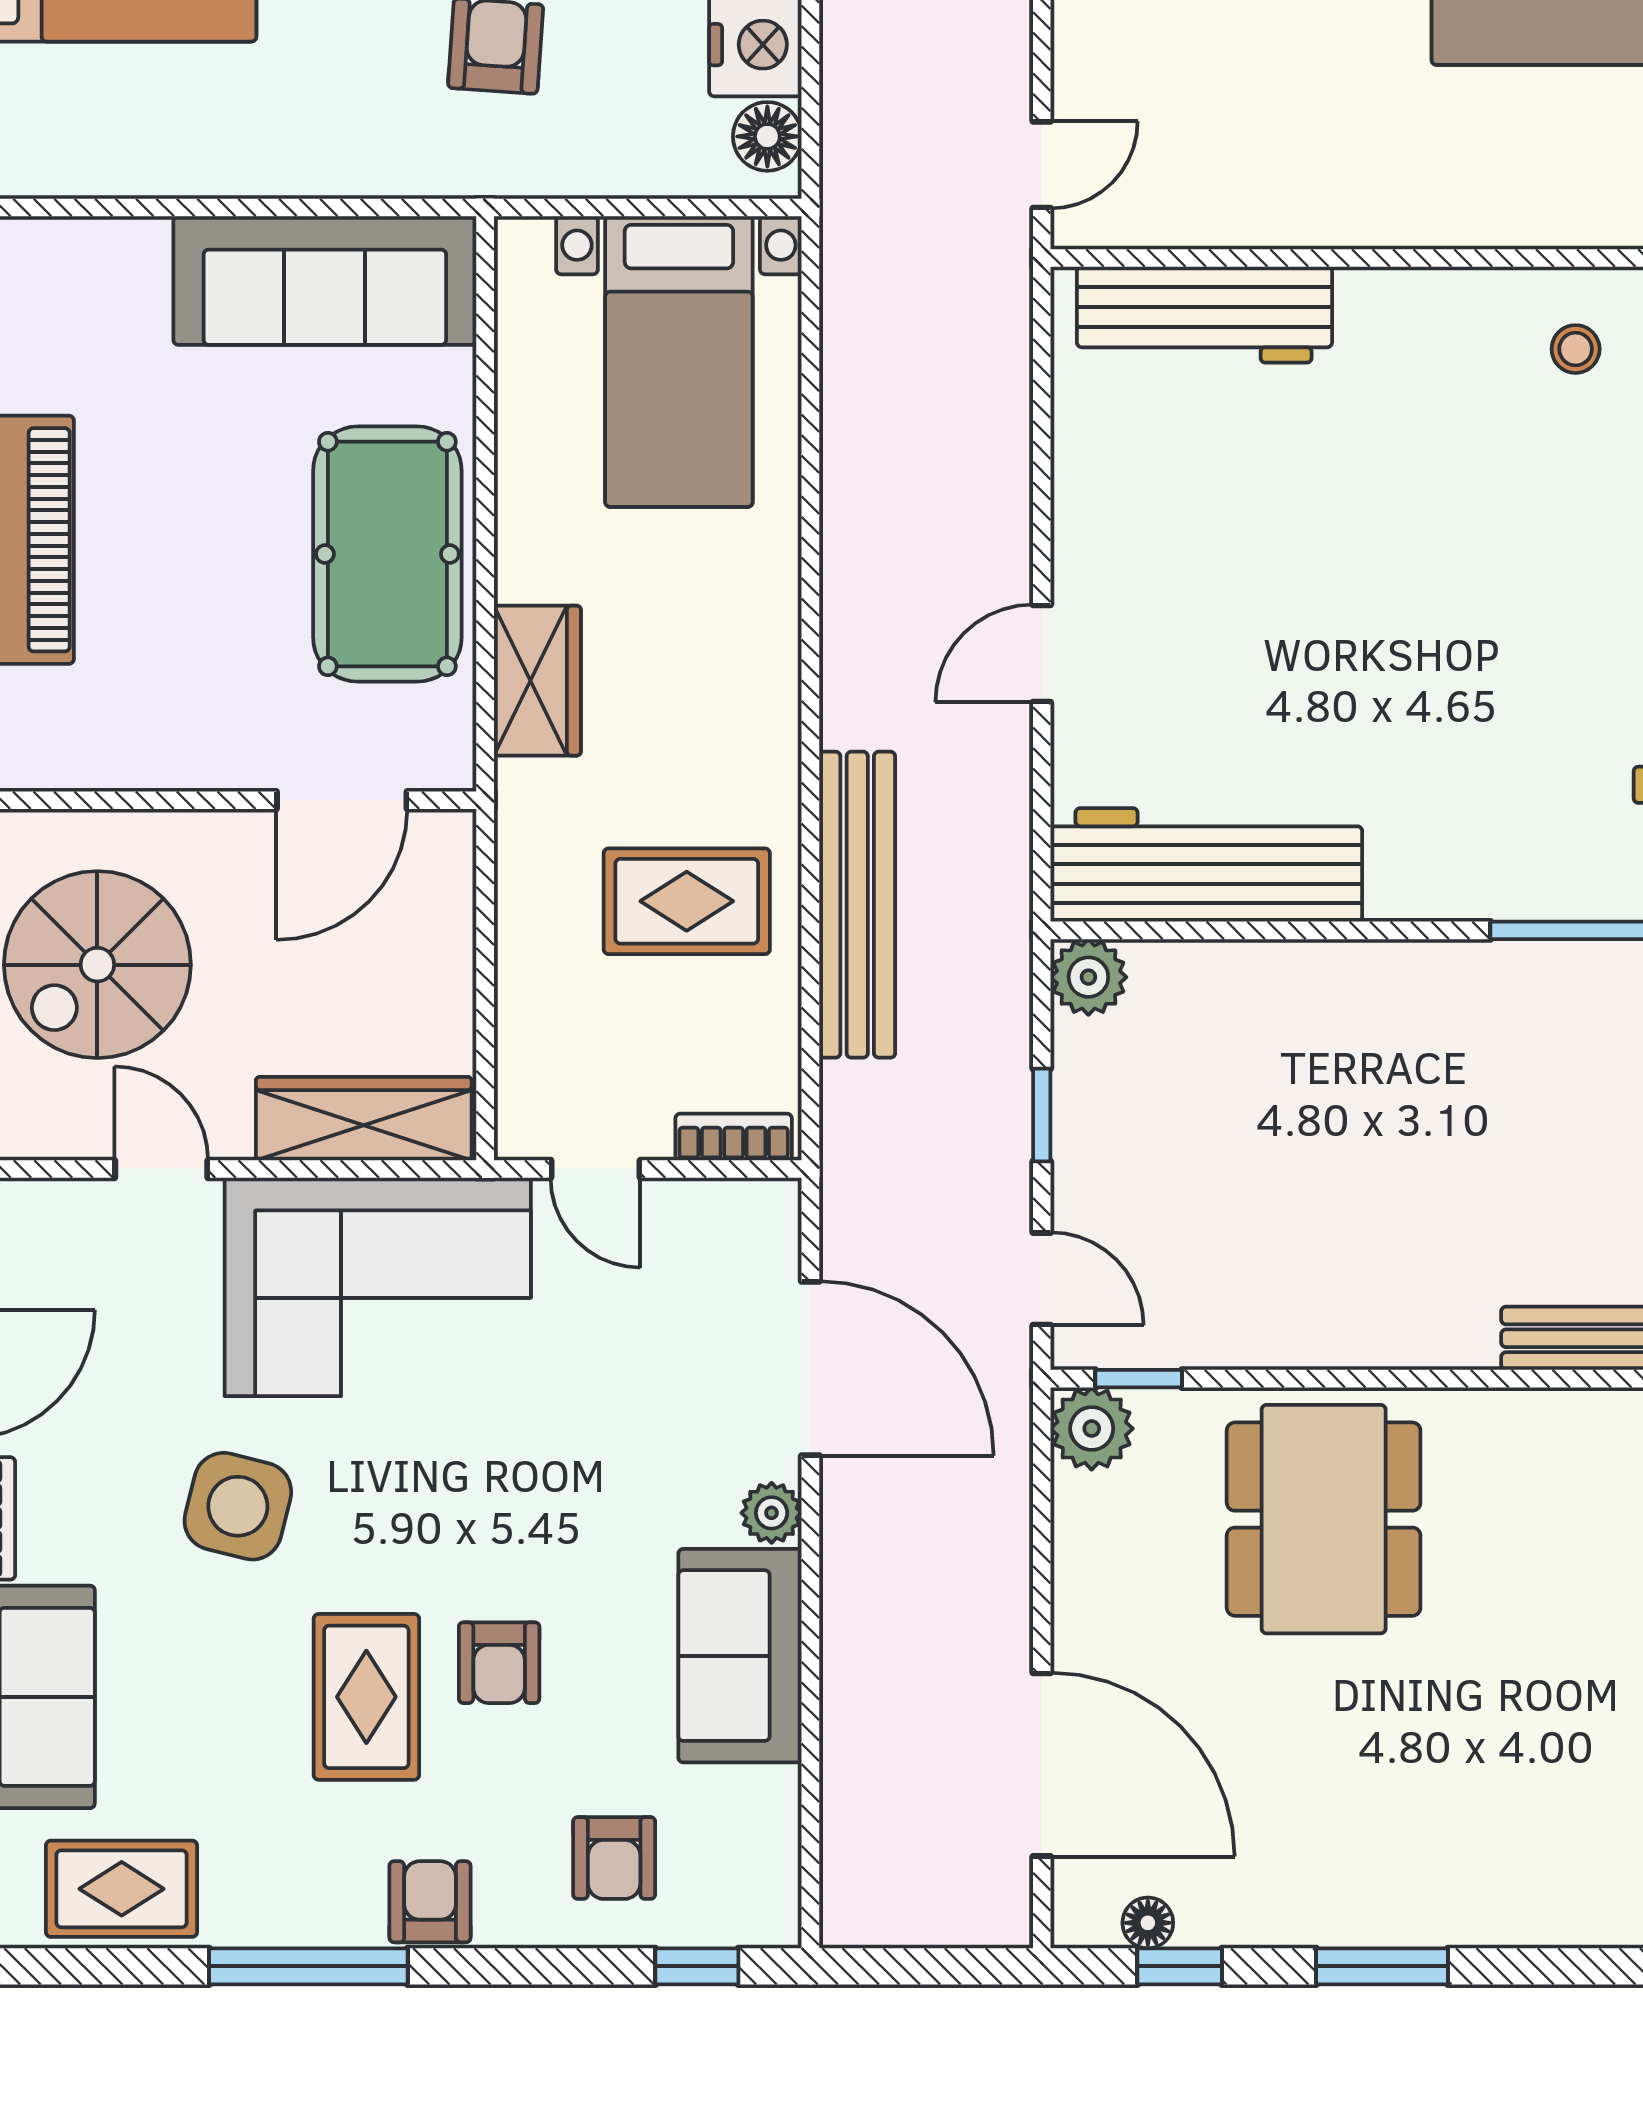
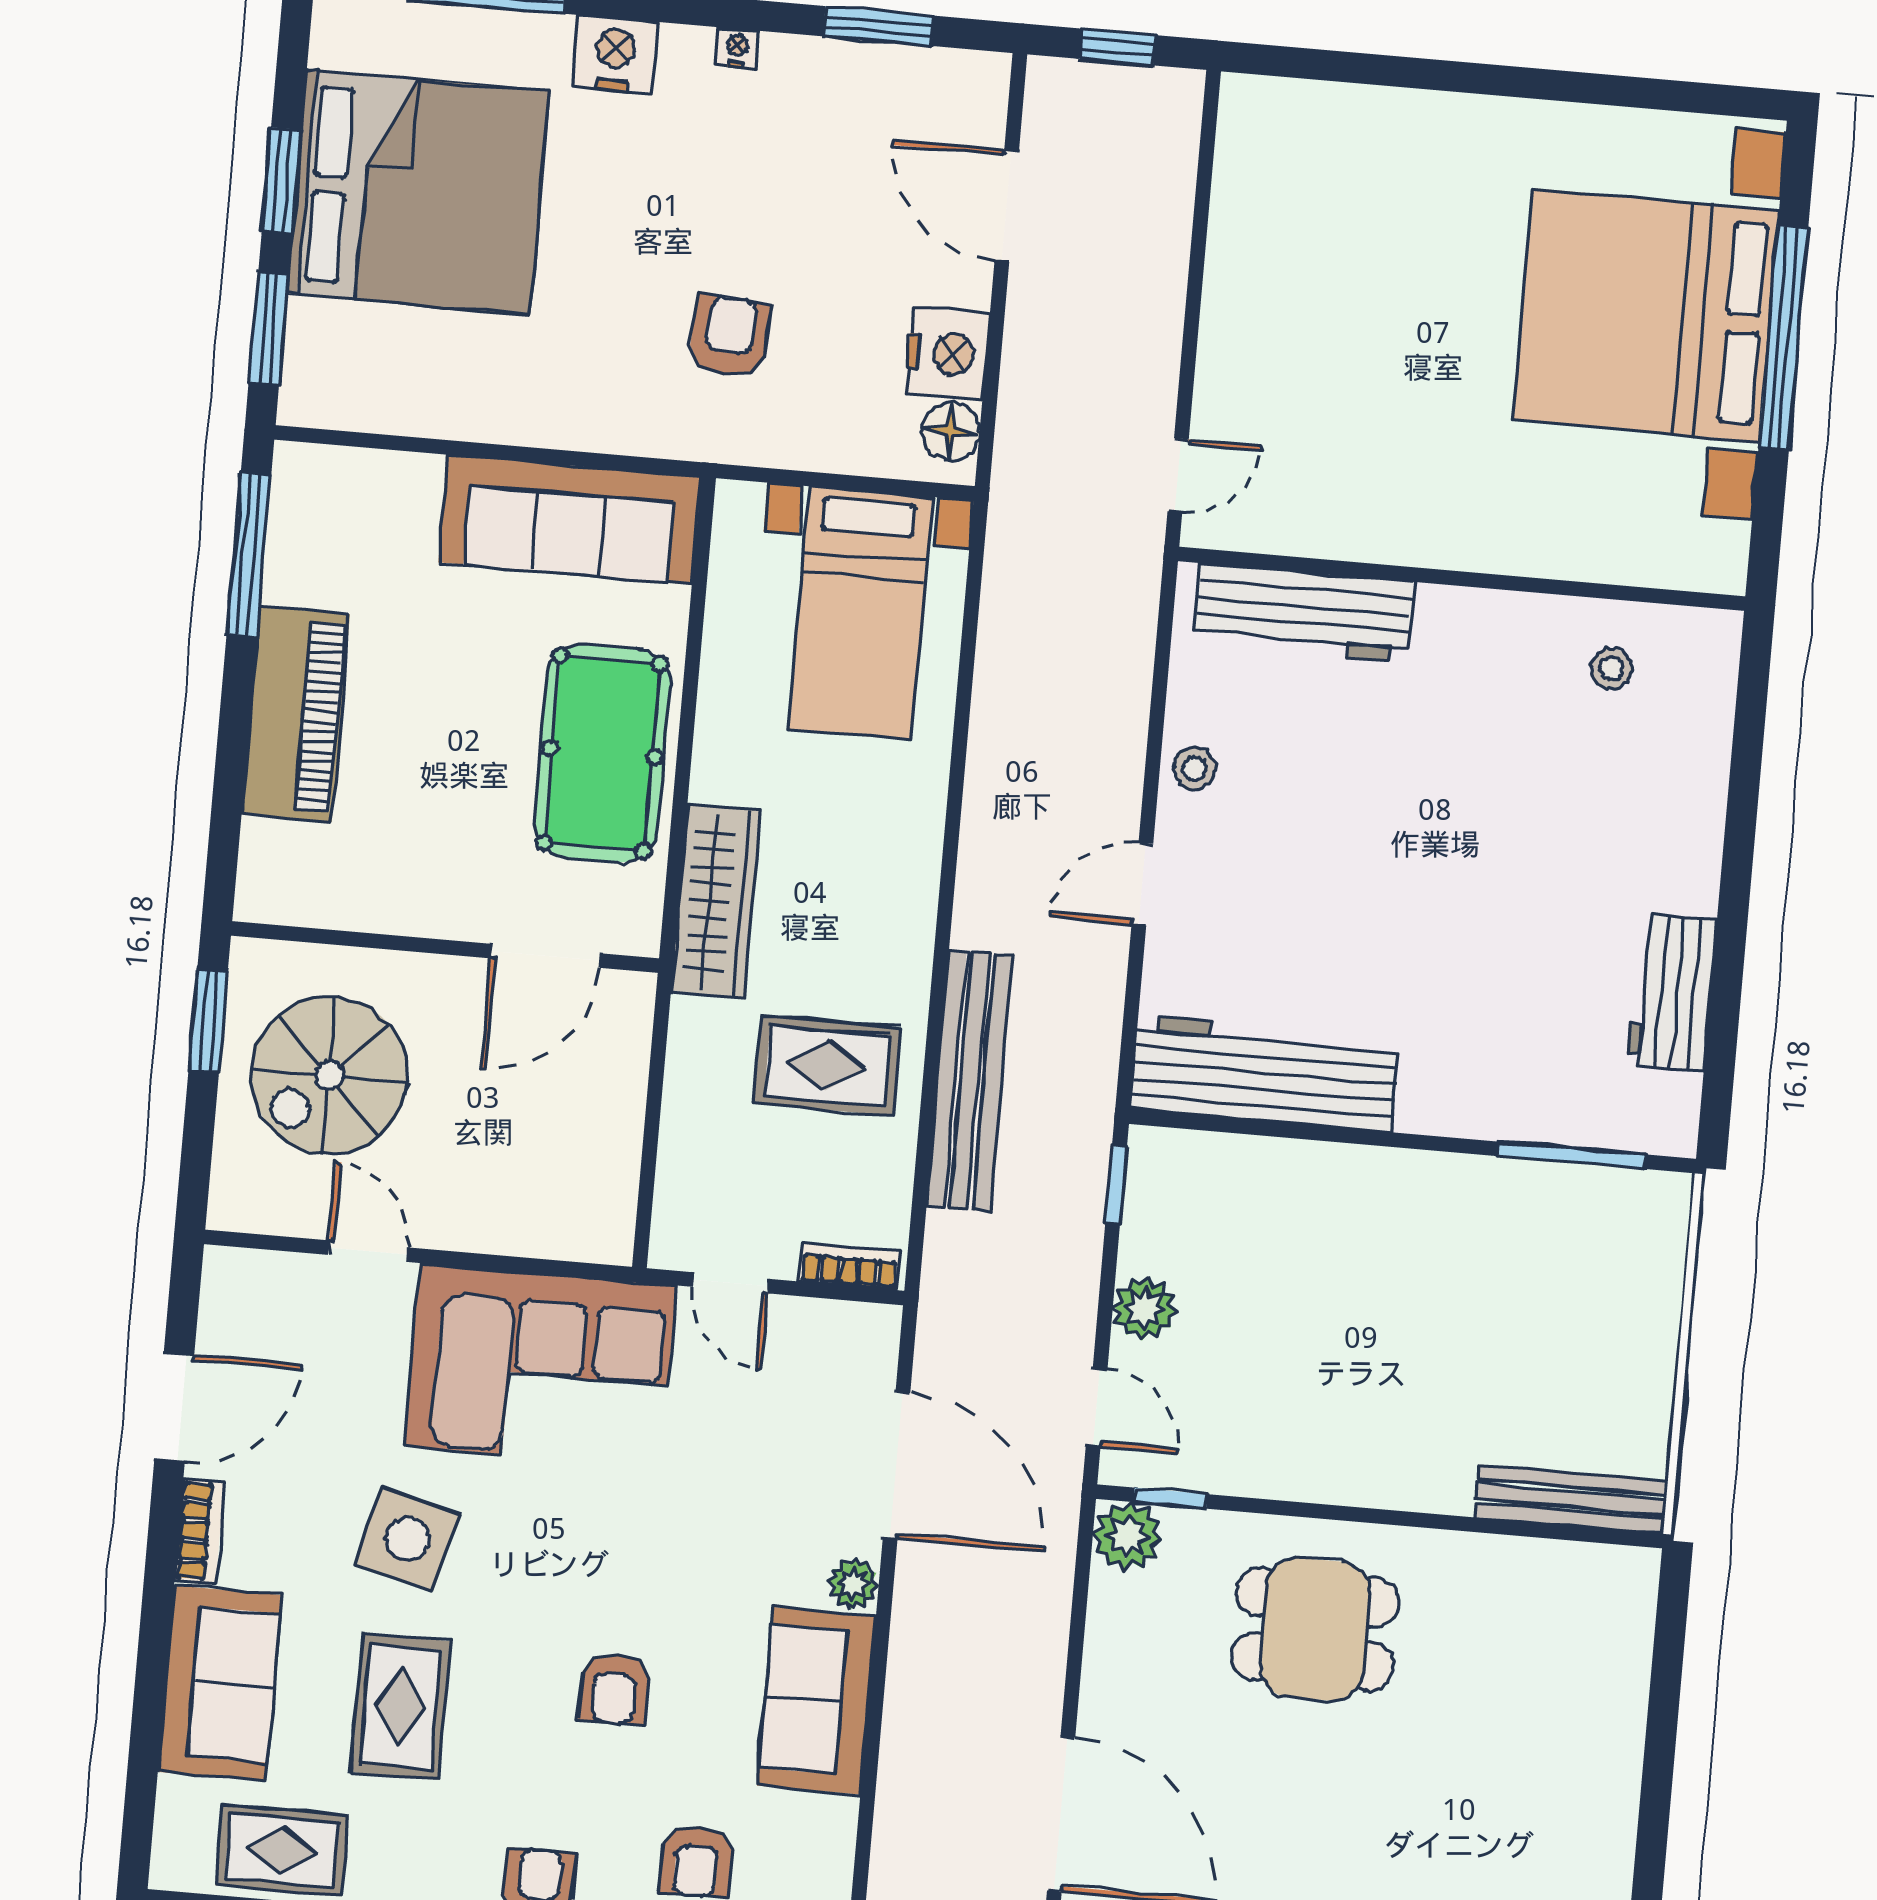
stool: (1091, 511) -> (1194, 769), added
wardrobe: (537, 681) -> (716, 901), width x1.50
plant: (1088, 977) -> (1145, 1309), moved
window: (1042, 1115) -> (1116, 1185), moved
wardrobe: (364, 1119) -> (541, 1224), removed
dining table: (1324, 1519) -> (1315, 1629), width x0.73
rug: (366, 1697) -> (401, 1707), moved

